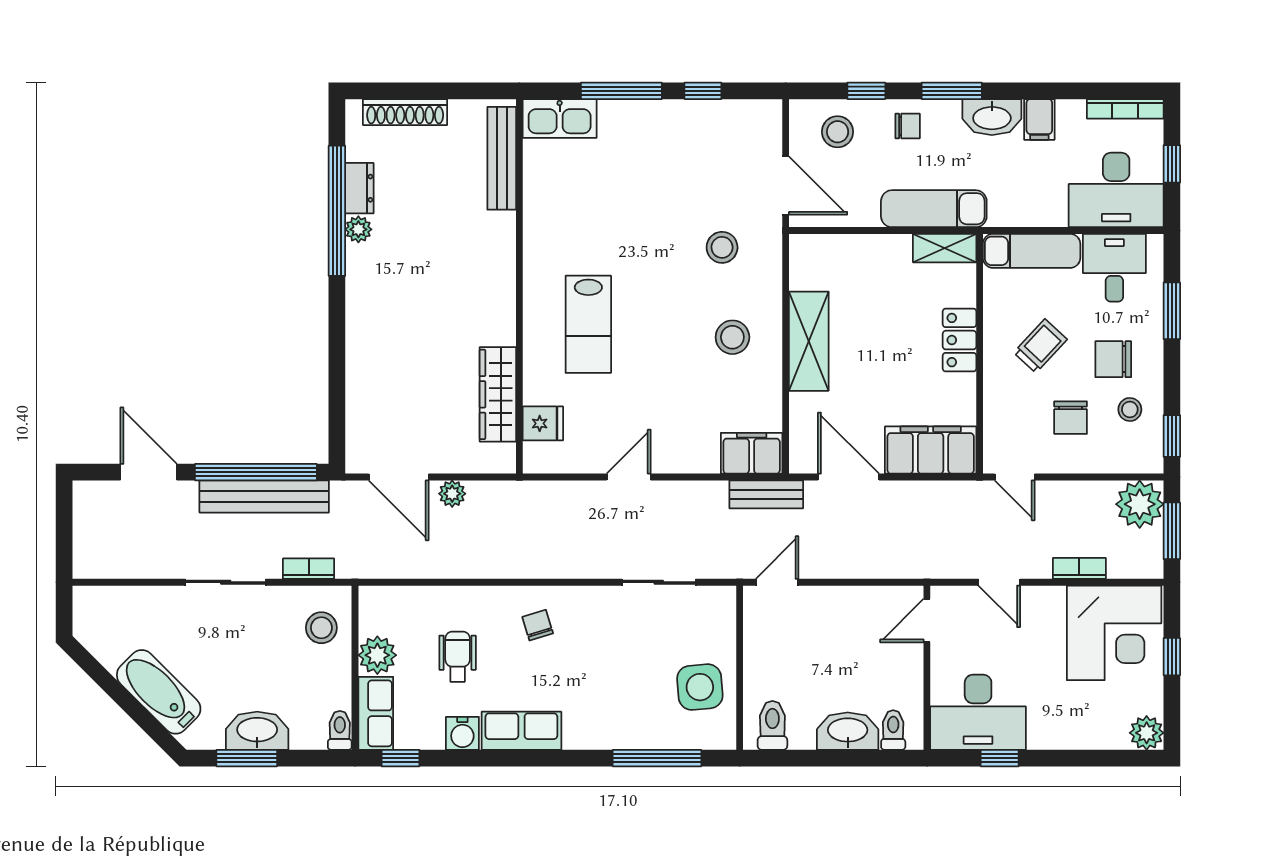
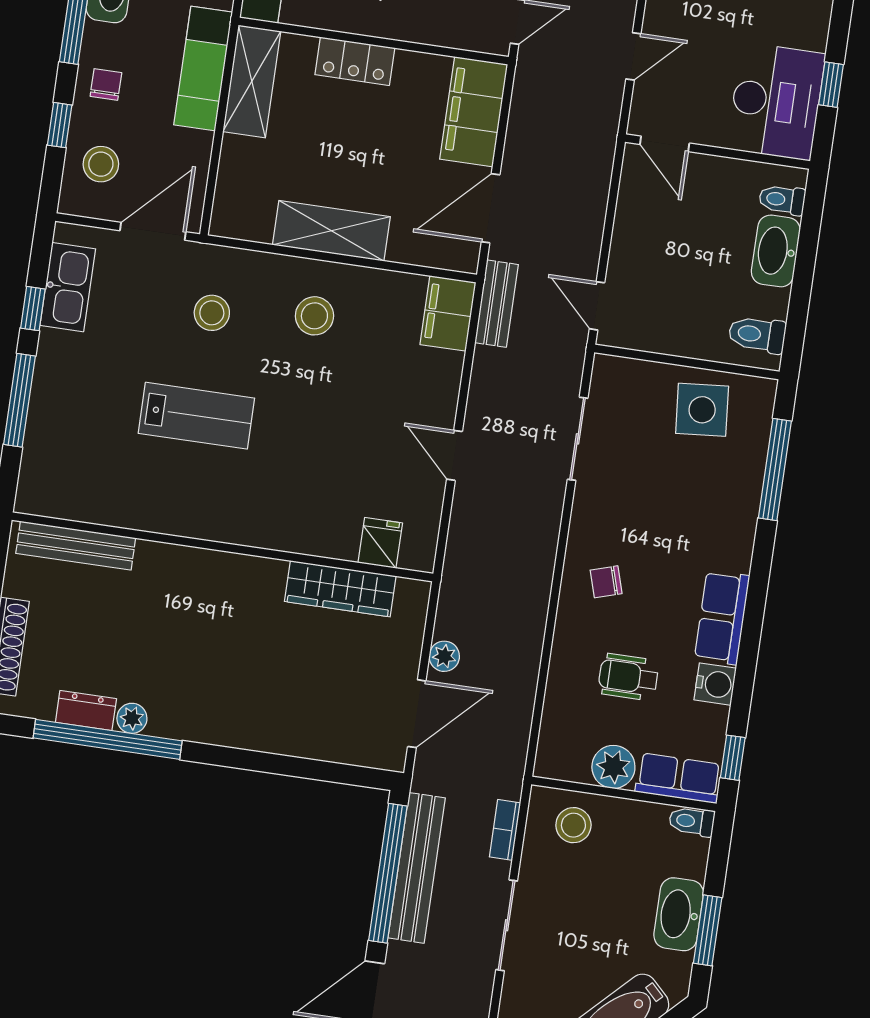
kitchen sink: (560, 119) -> (68, 287), moved
shelving: (945, 248) -> (252, 81), width x1.50, depth x1.33
lab bench: (588, 324) -> (196, 416), moved

